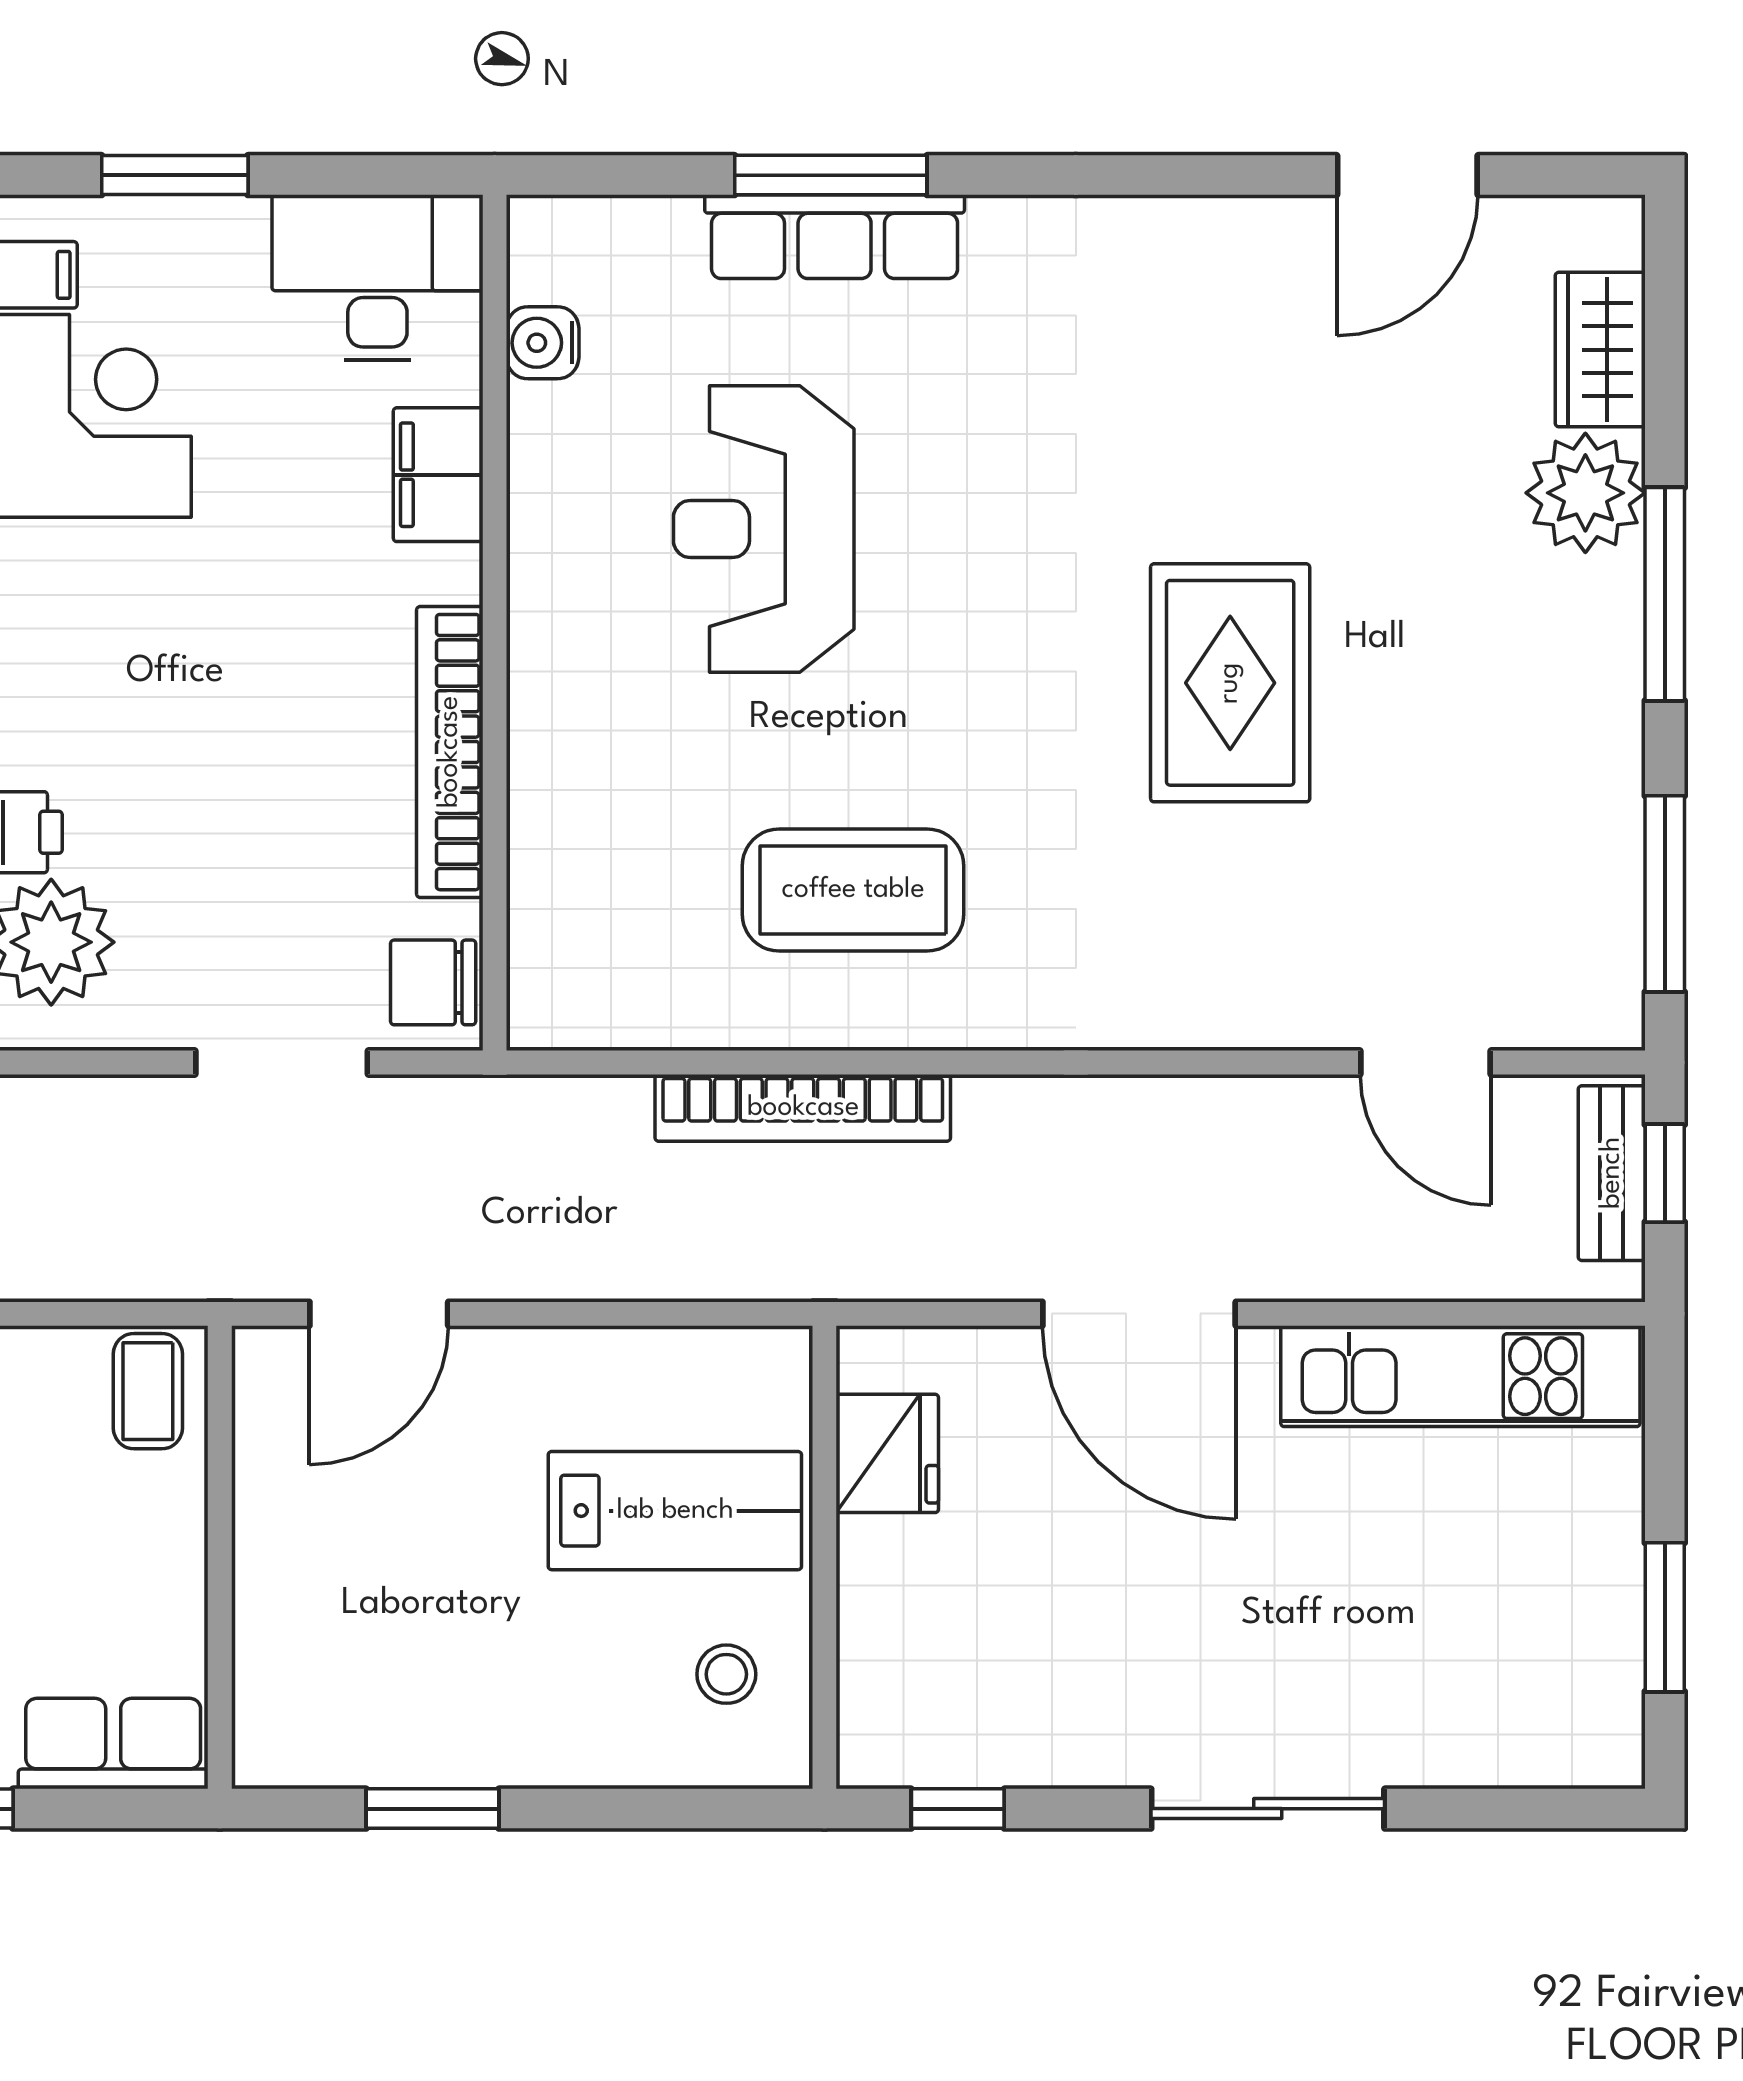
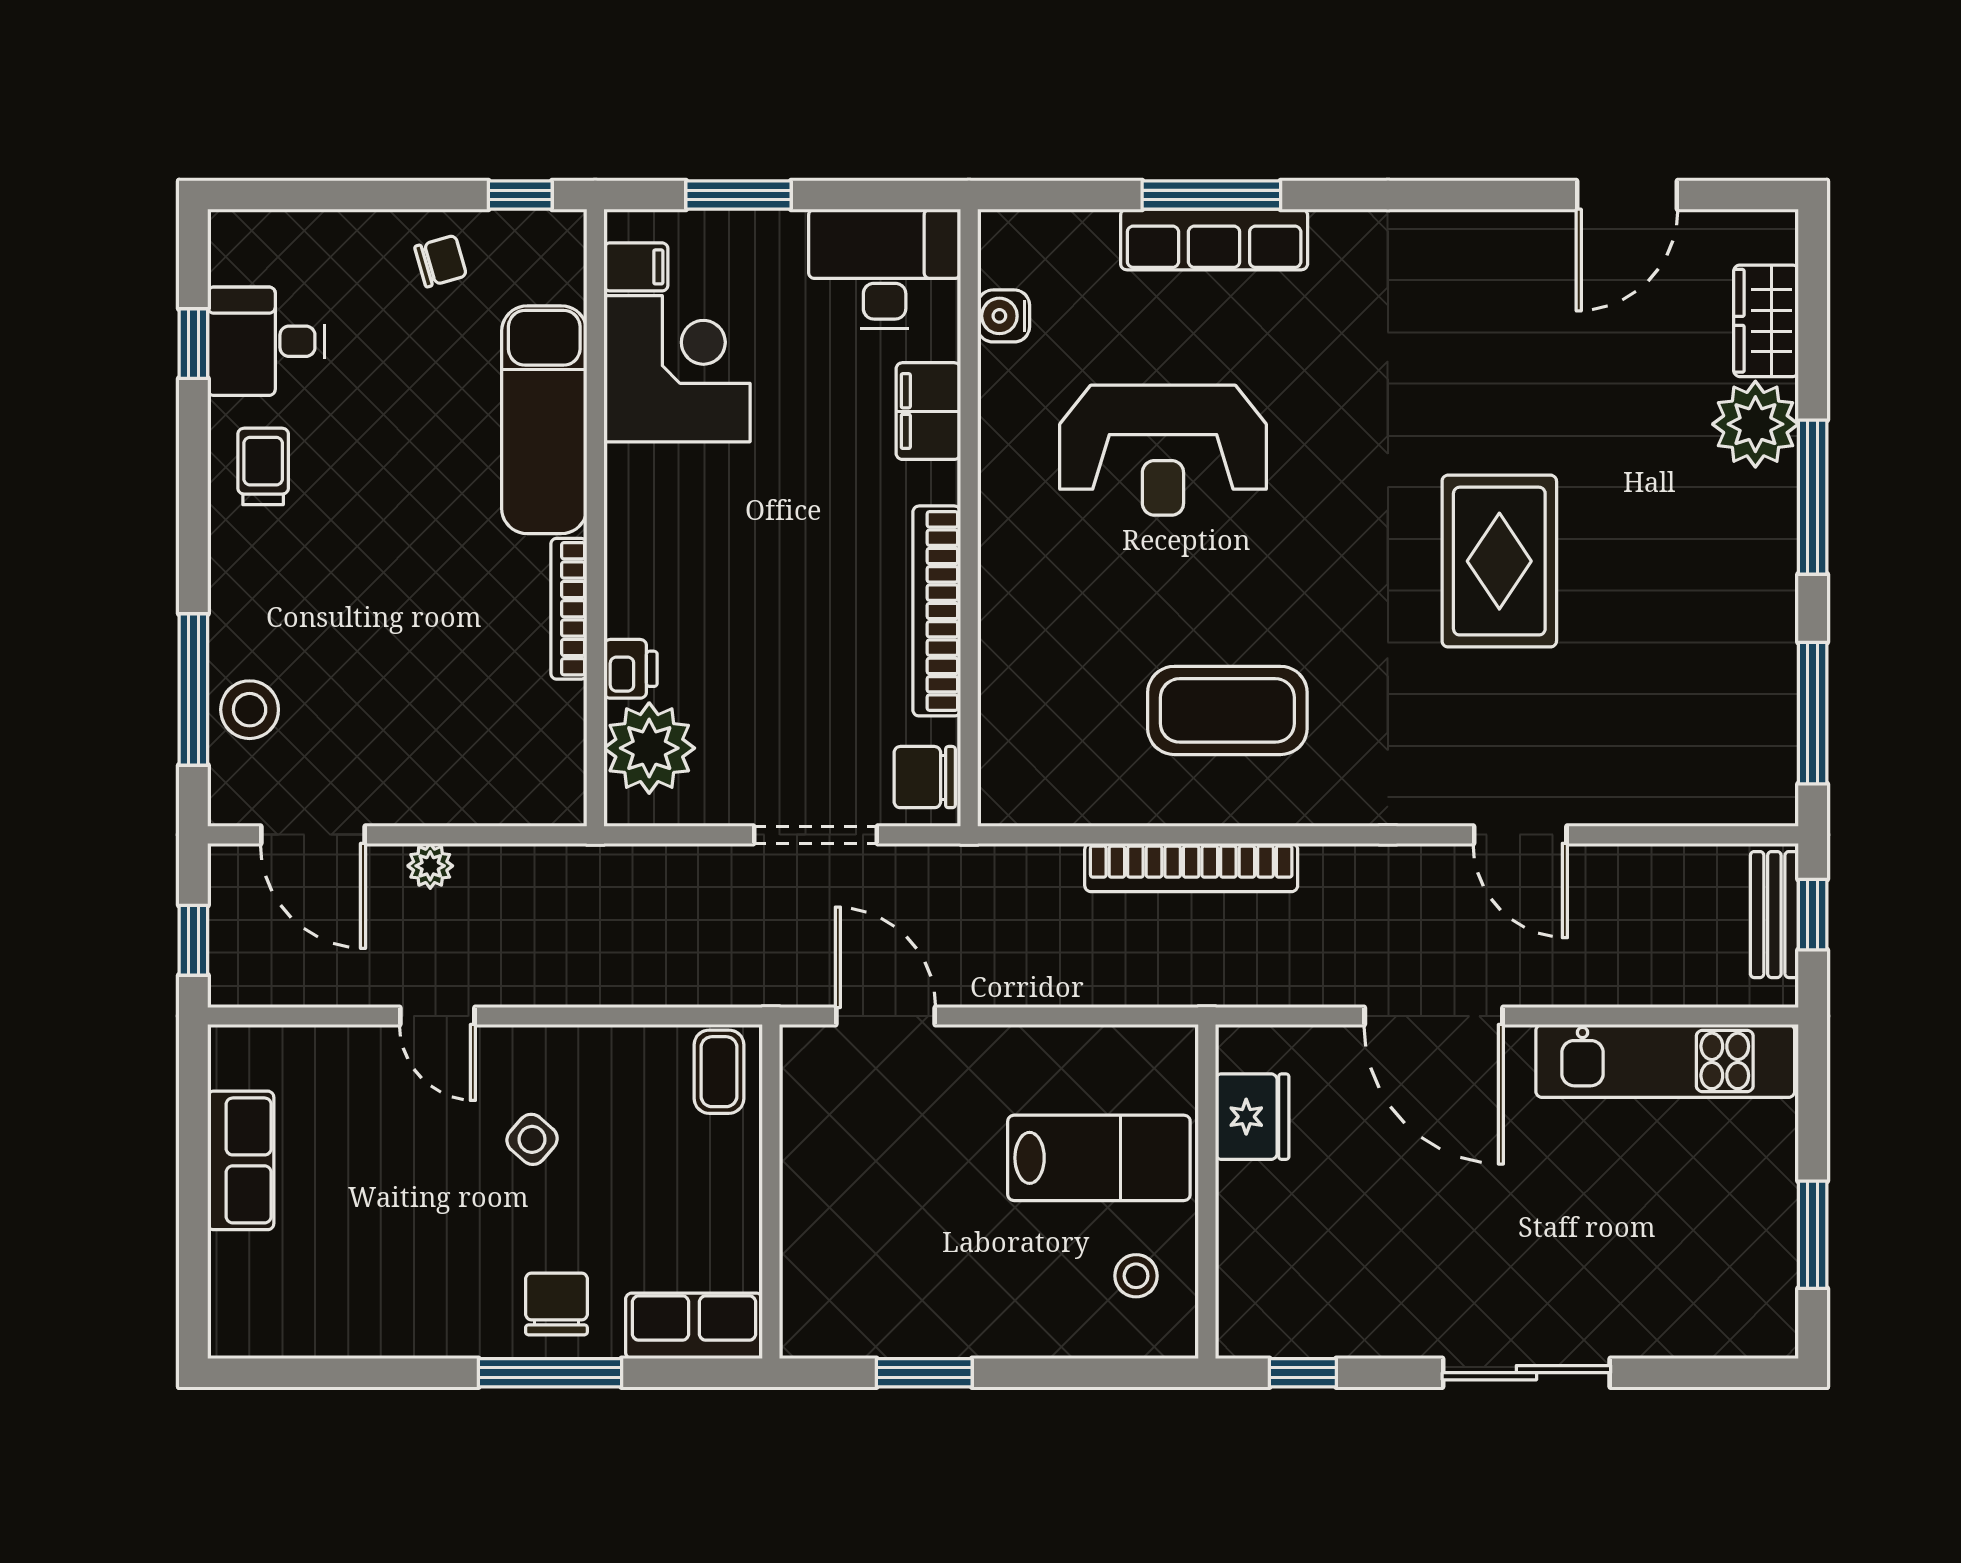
reception desk: (764, 529) -> (1163, 450), turned -90
door: (1426, 1063) -> (1520, 835), moved
door: (379, 1314) -> (886, 1016), swing flipped

